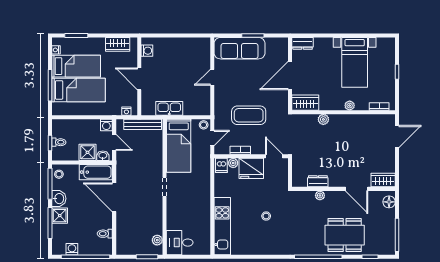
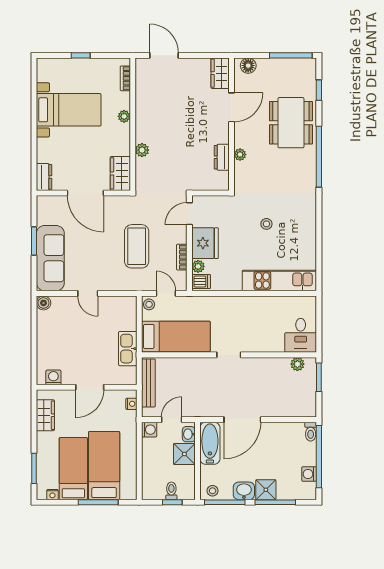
boiler: (205, 43) -> (43, 303), added
toilet: (105, 234) -> (311, 432), moved

